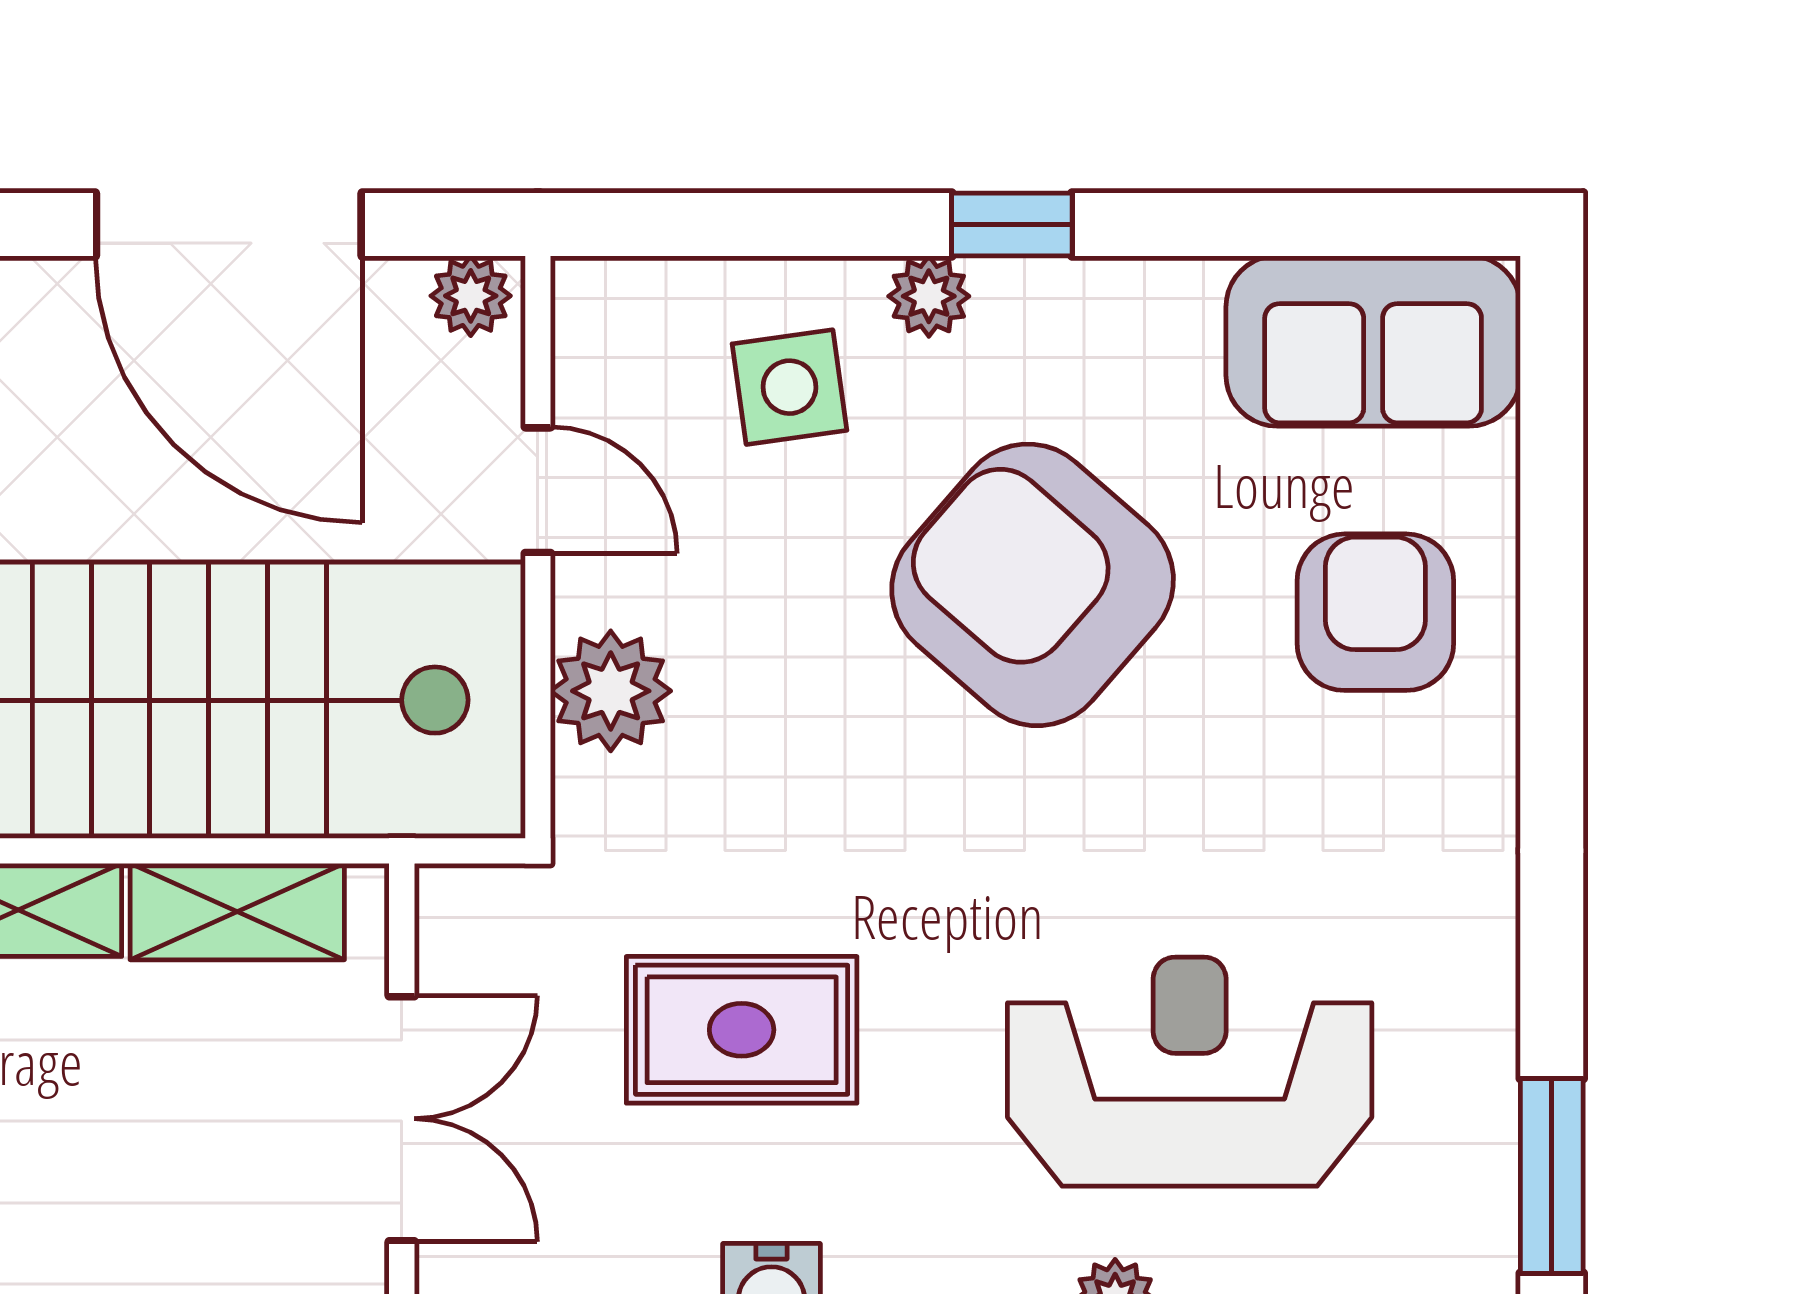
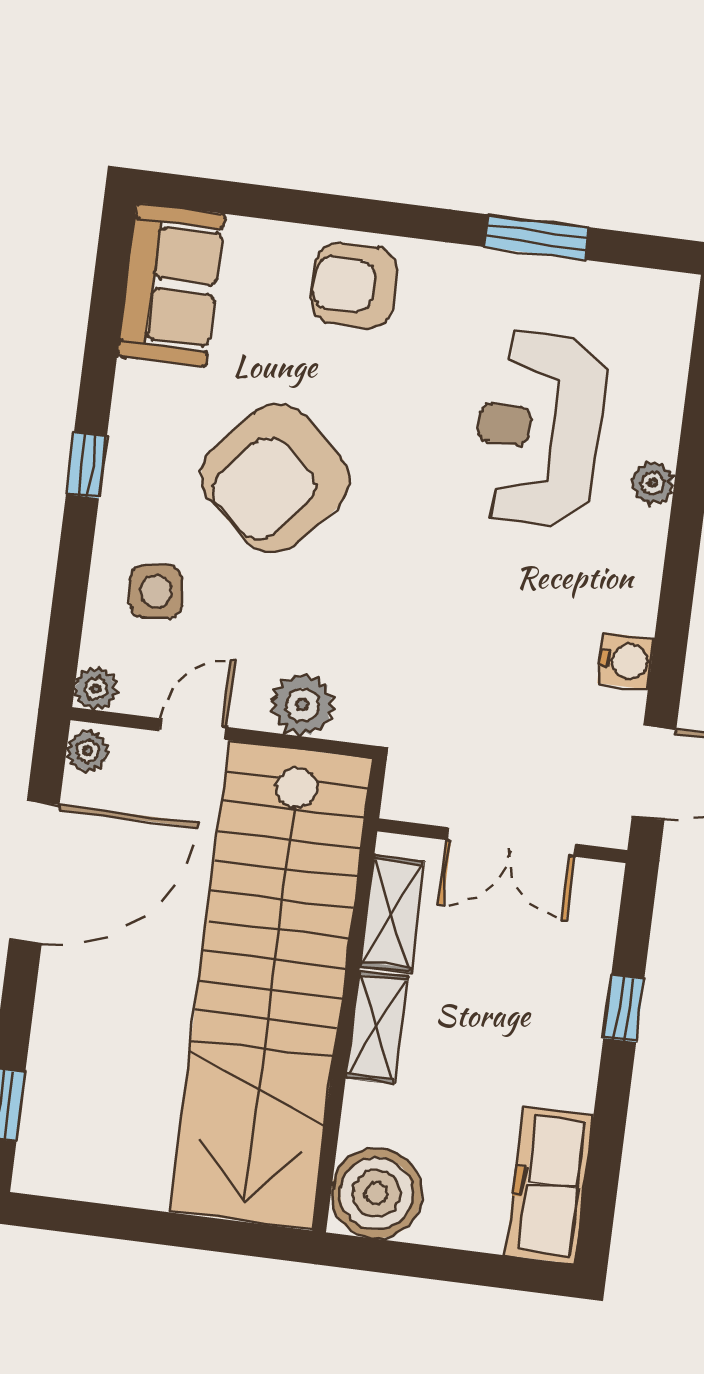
plant: (929, 296) -> (96, 689), moved
armchair: (1375, 612) -> (354, 285), moved
rug: (742, 1030) -> (487, 659), removed
double door: (402, 1119) -> (511, 842), swing flipped
window: (1552, 1176) -> (537, 237), moved

